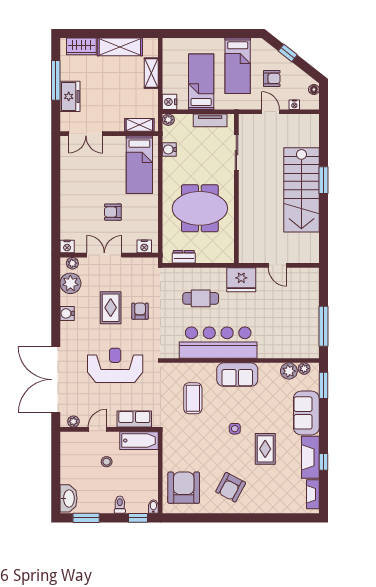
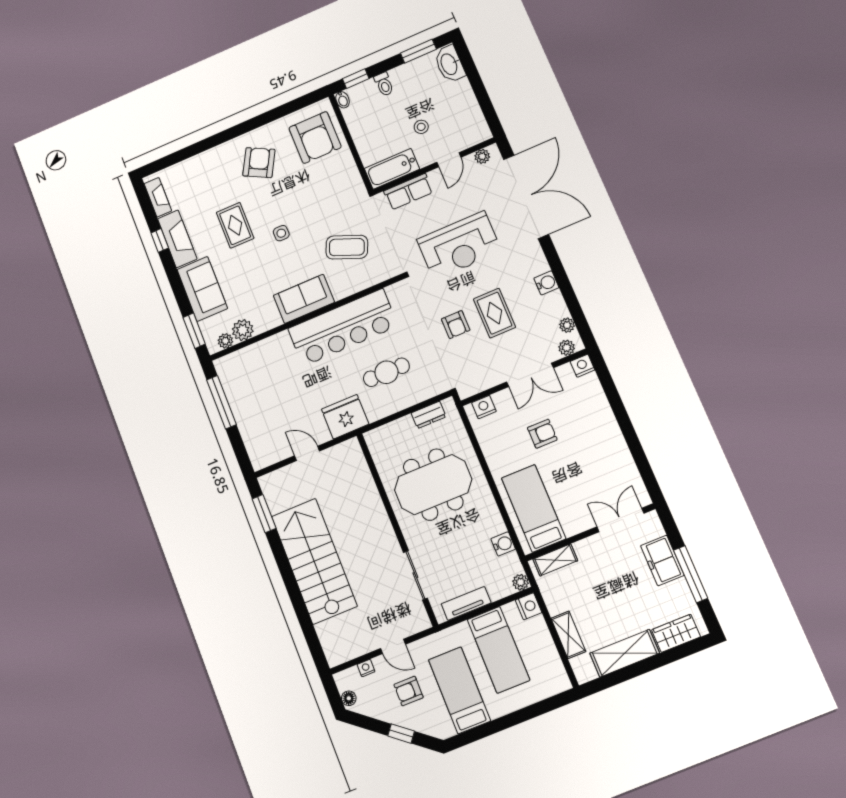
window: (323, 180) -> (264, 514), moved
plant: (70, 283) -> (567, 325), width x0.53, depth x0.53
coffee table: (193, 398) -> (347, 247), turned -68

